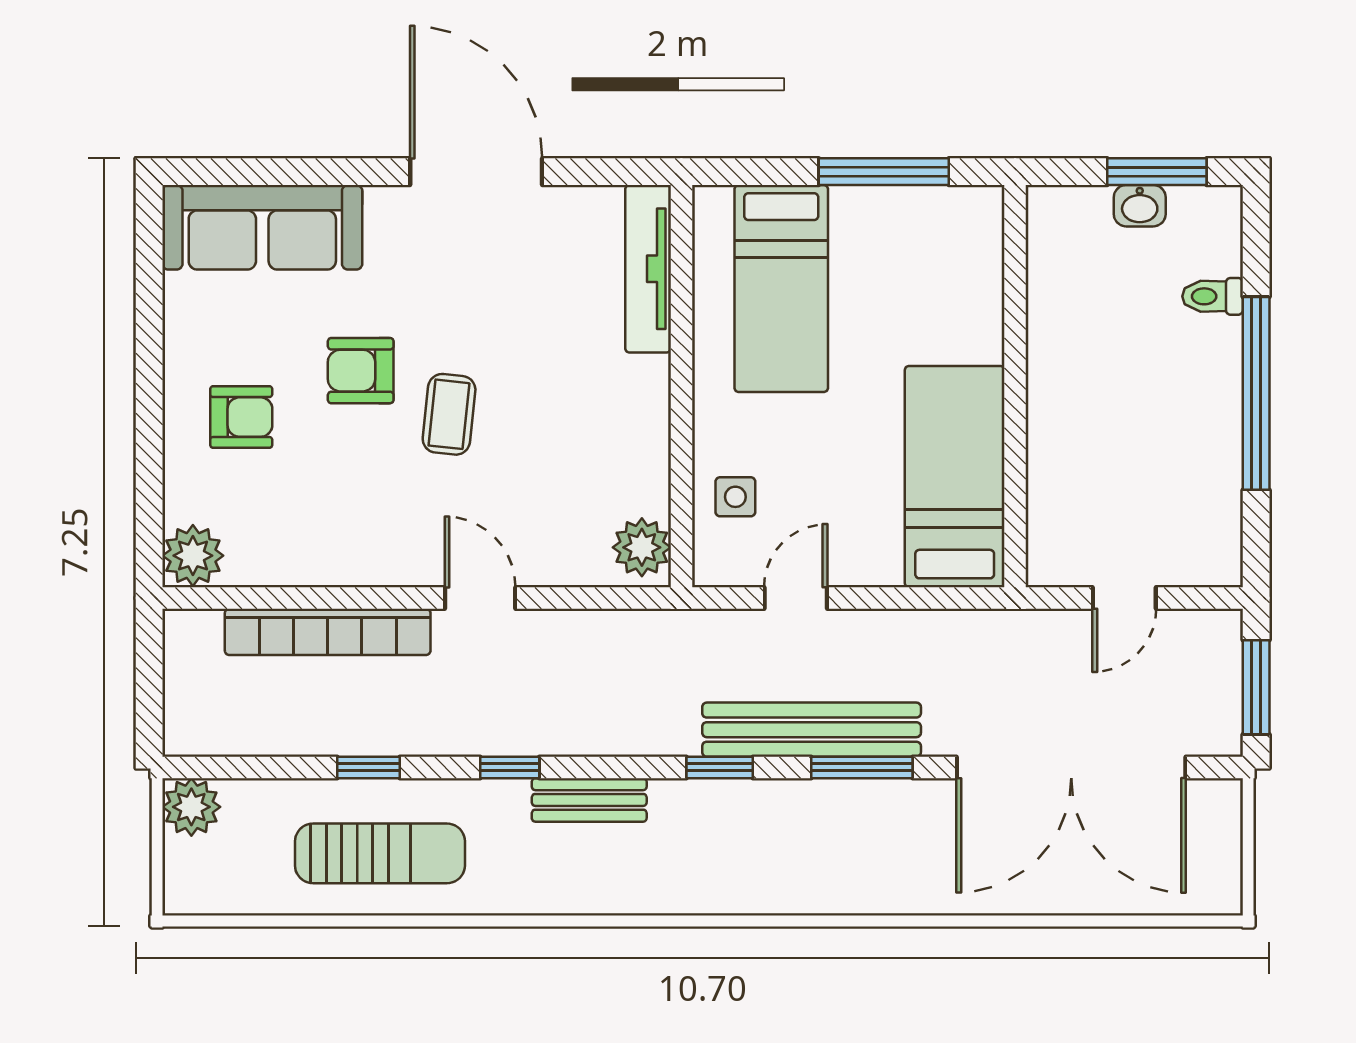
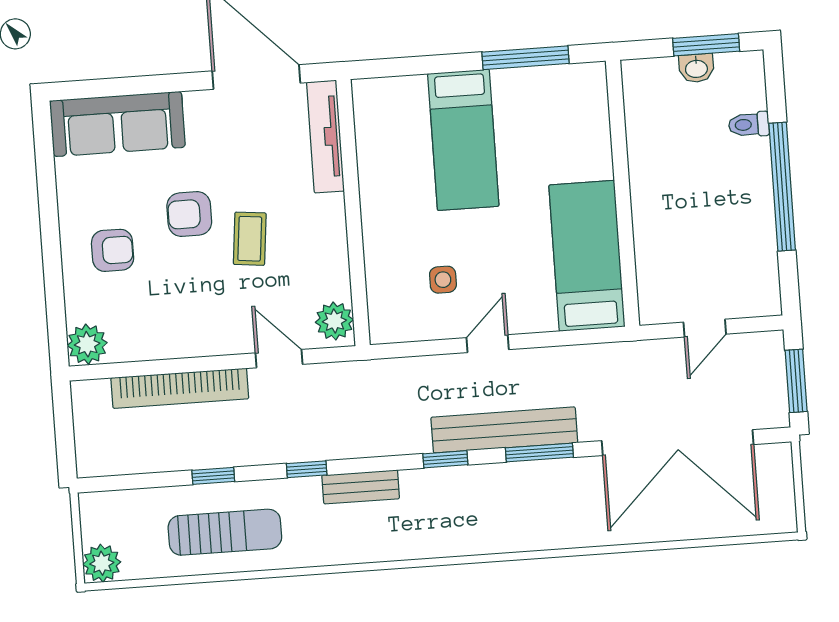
tv unit: (648, 269) -> (325, 137), moved
wall: (681, 386) -> (353, 213), moved
plant: (642, 547) -> (334, 321), moved
plant: (191, 807) -> (102, 563), moved

